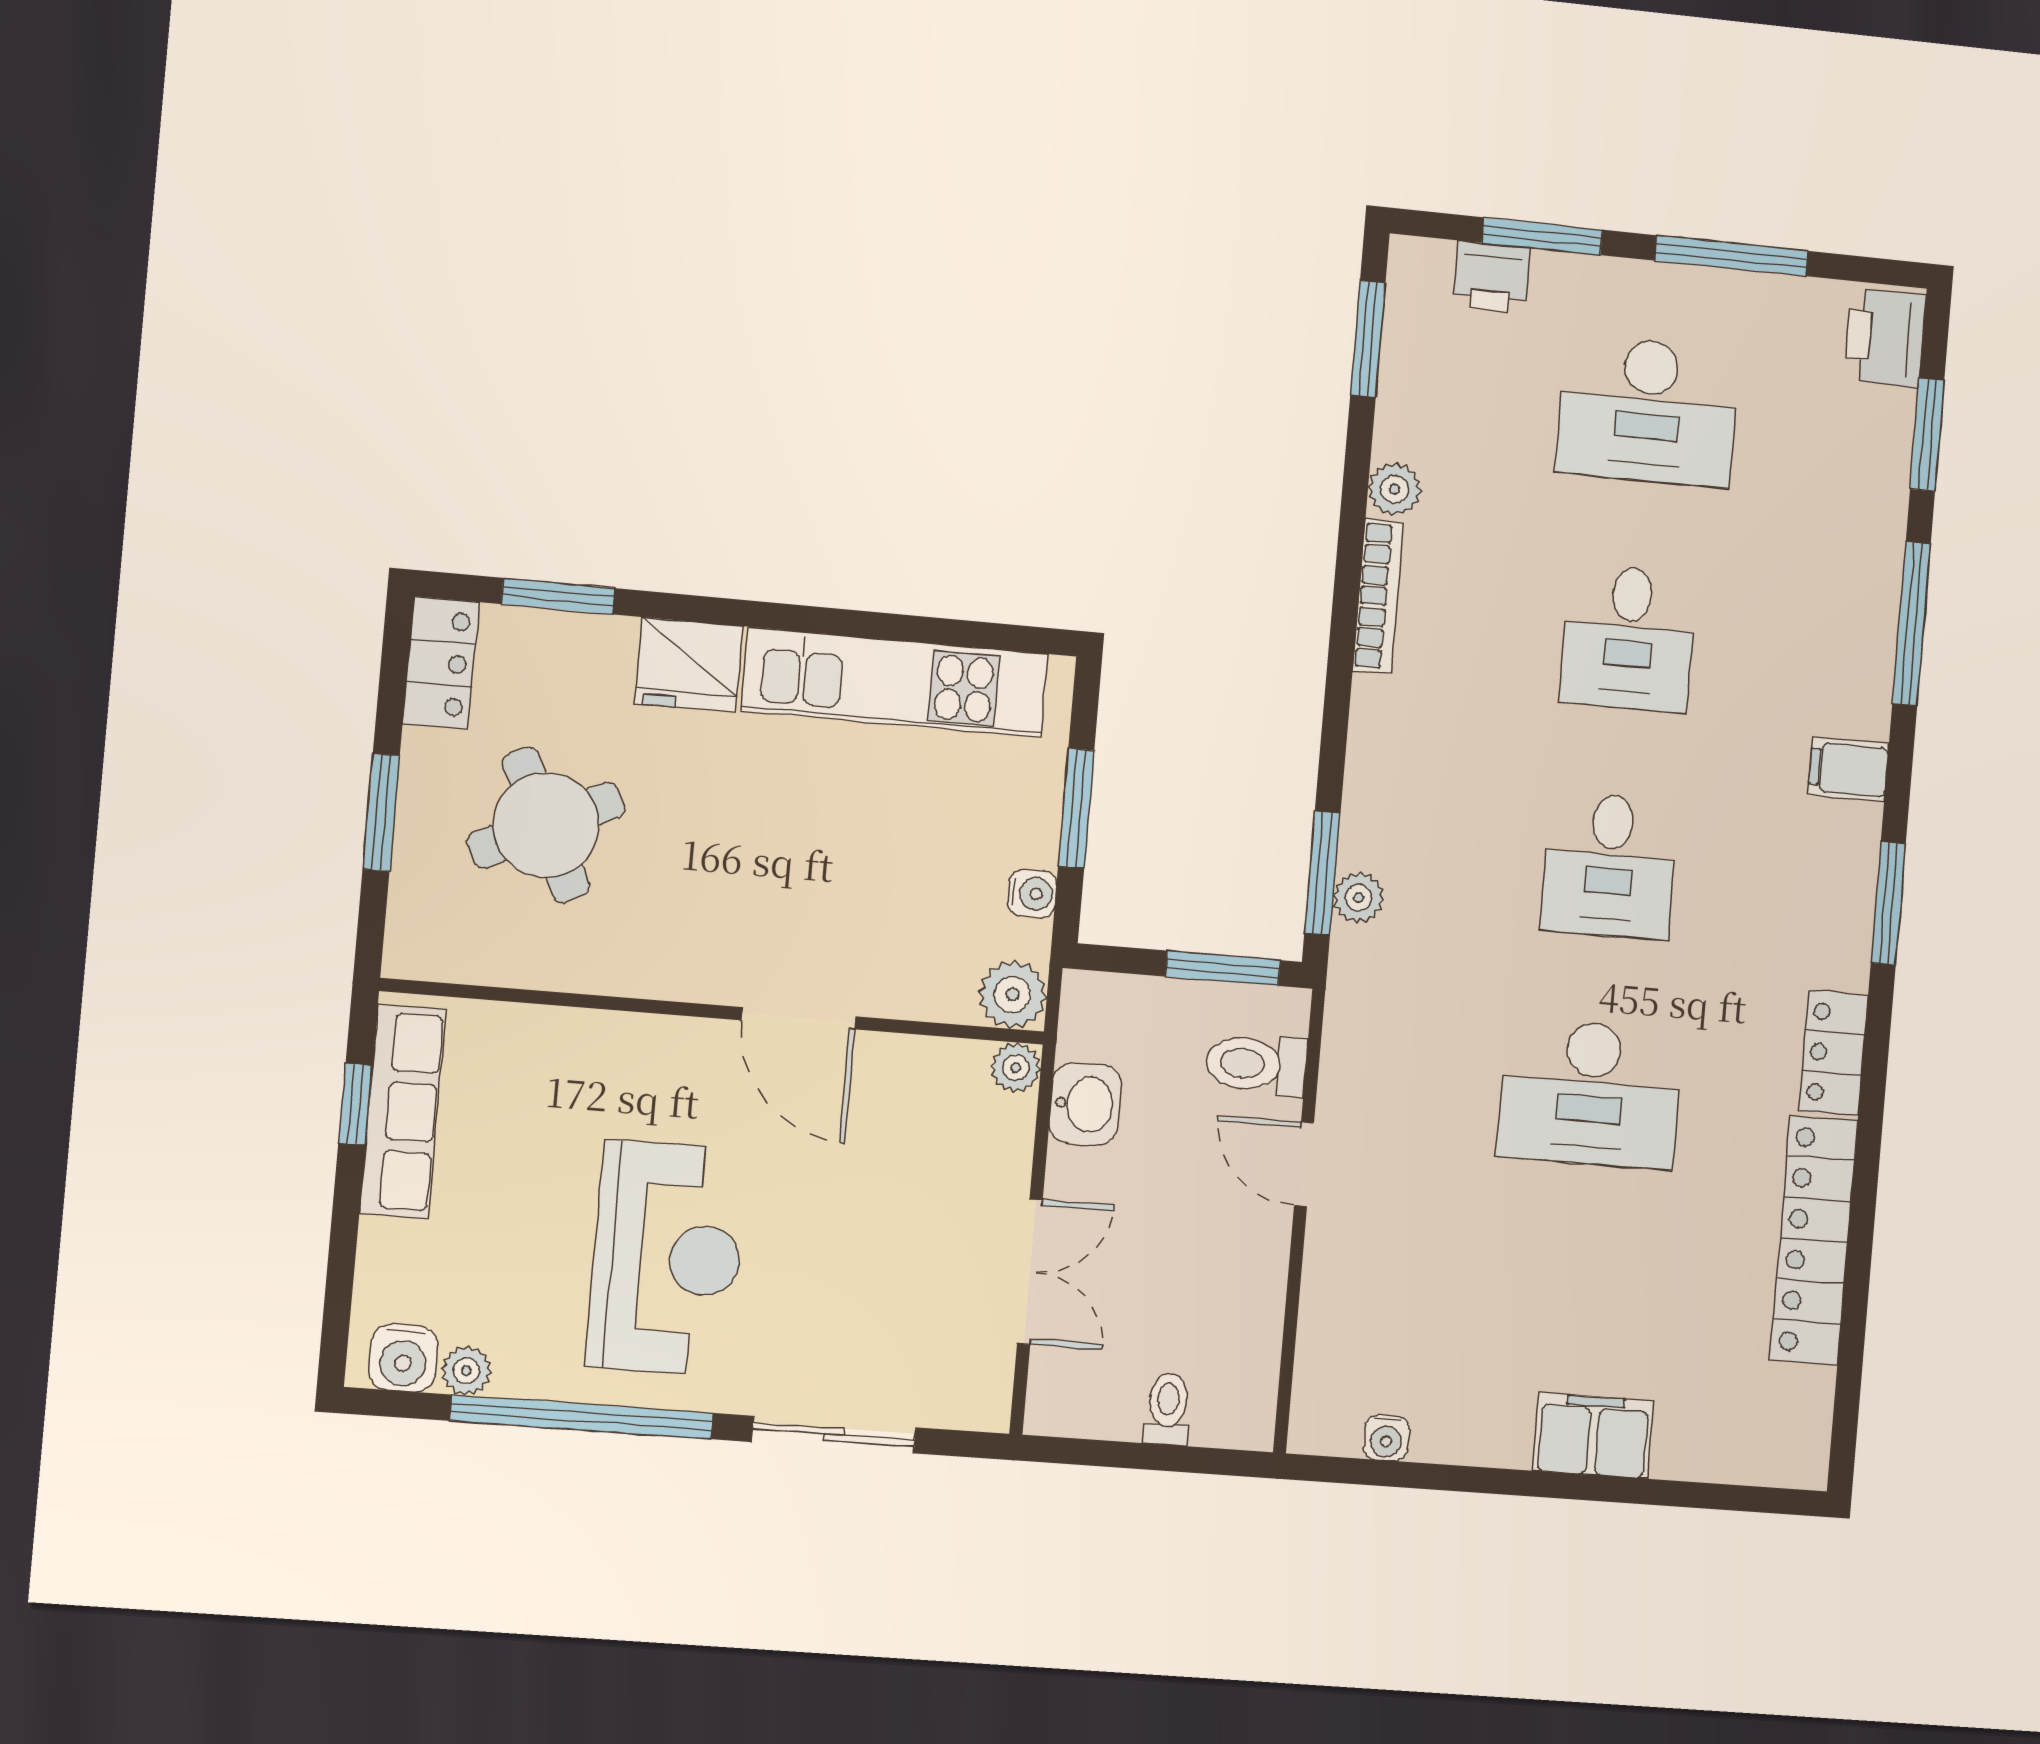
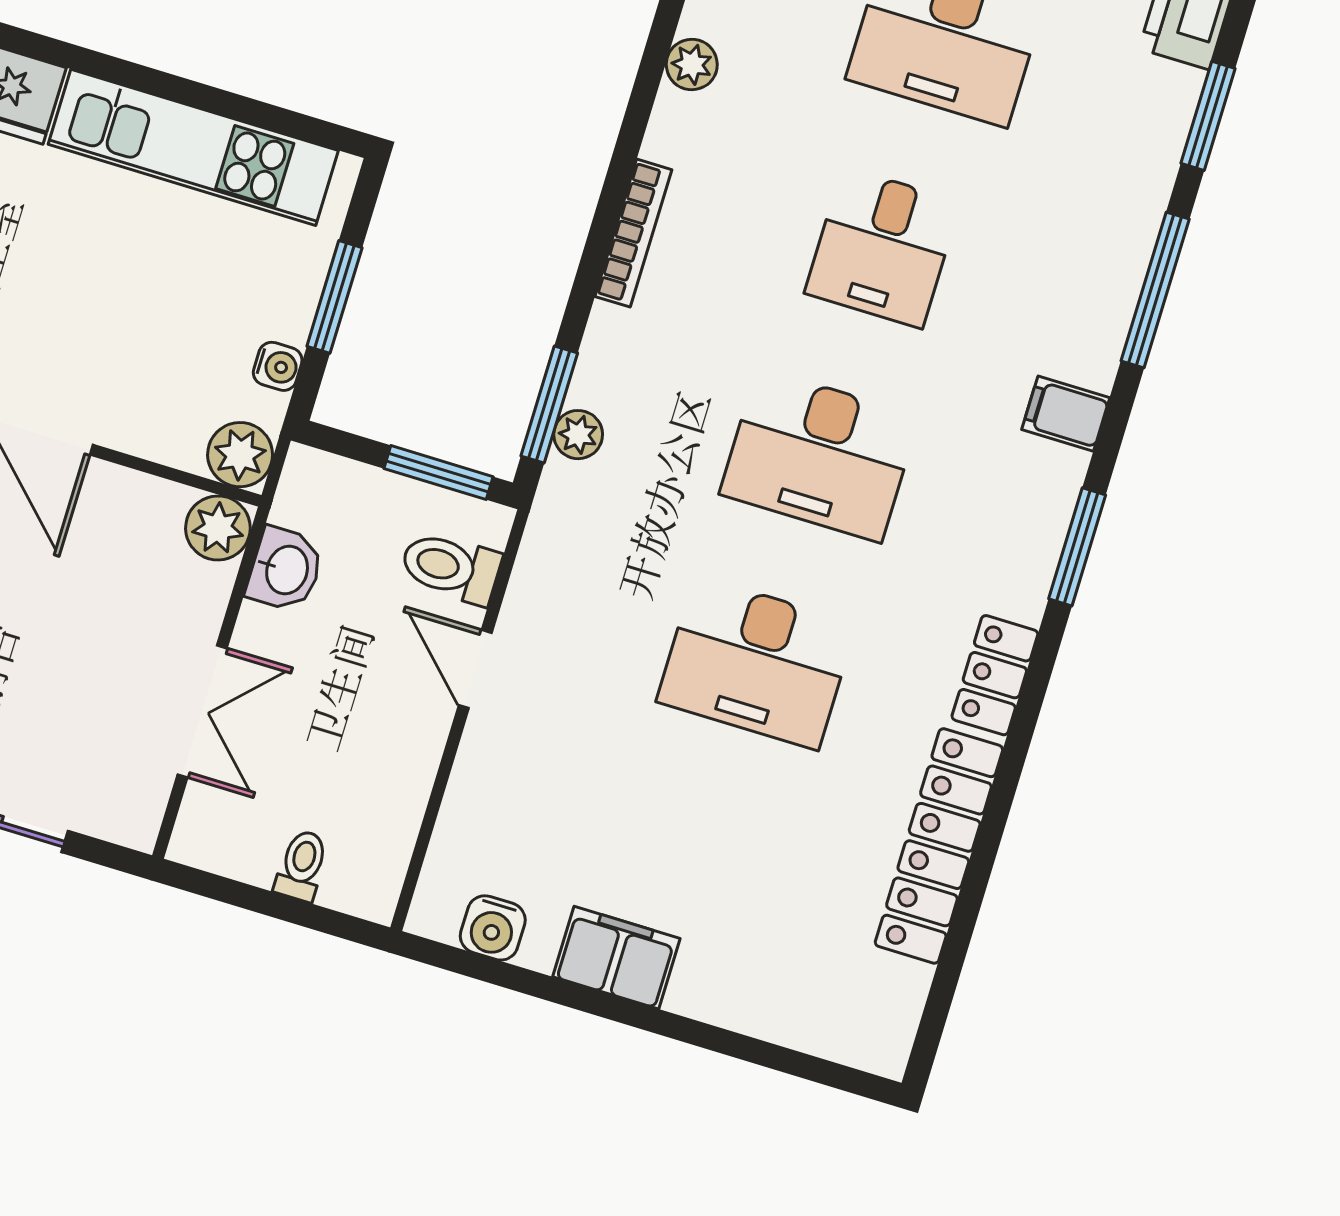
bookcase: (1378, 596) -> (633, 233), moved
desk: (1609, 866) -> (819, 455), width x1.37
plant: (1016, 1068) -> (218, 528), width x1.38, depth x1.38
filing cabinet: (1593, 1436) -> (616, 958), moved
water cooler: (1386, 1438) -> (493, 928), width x1.38, depth x1.38

